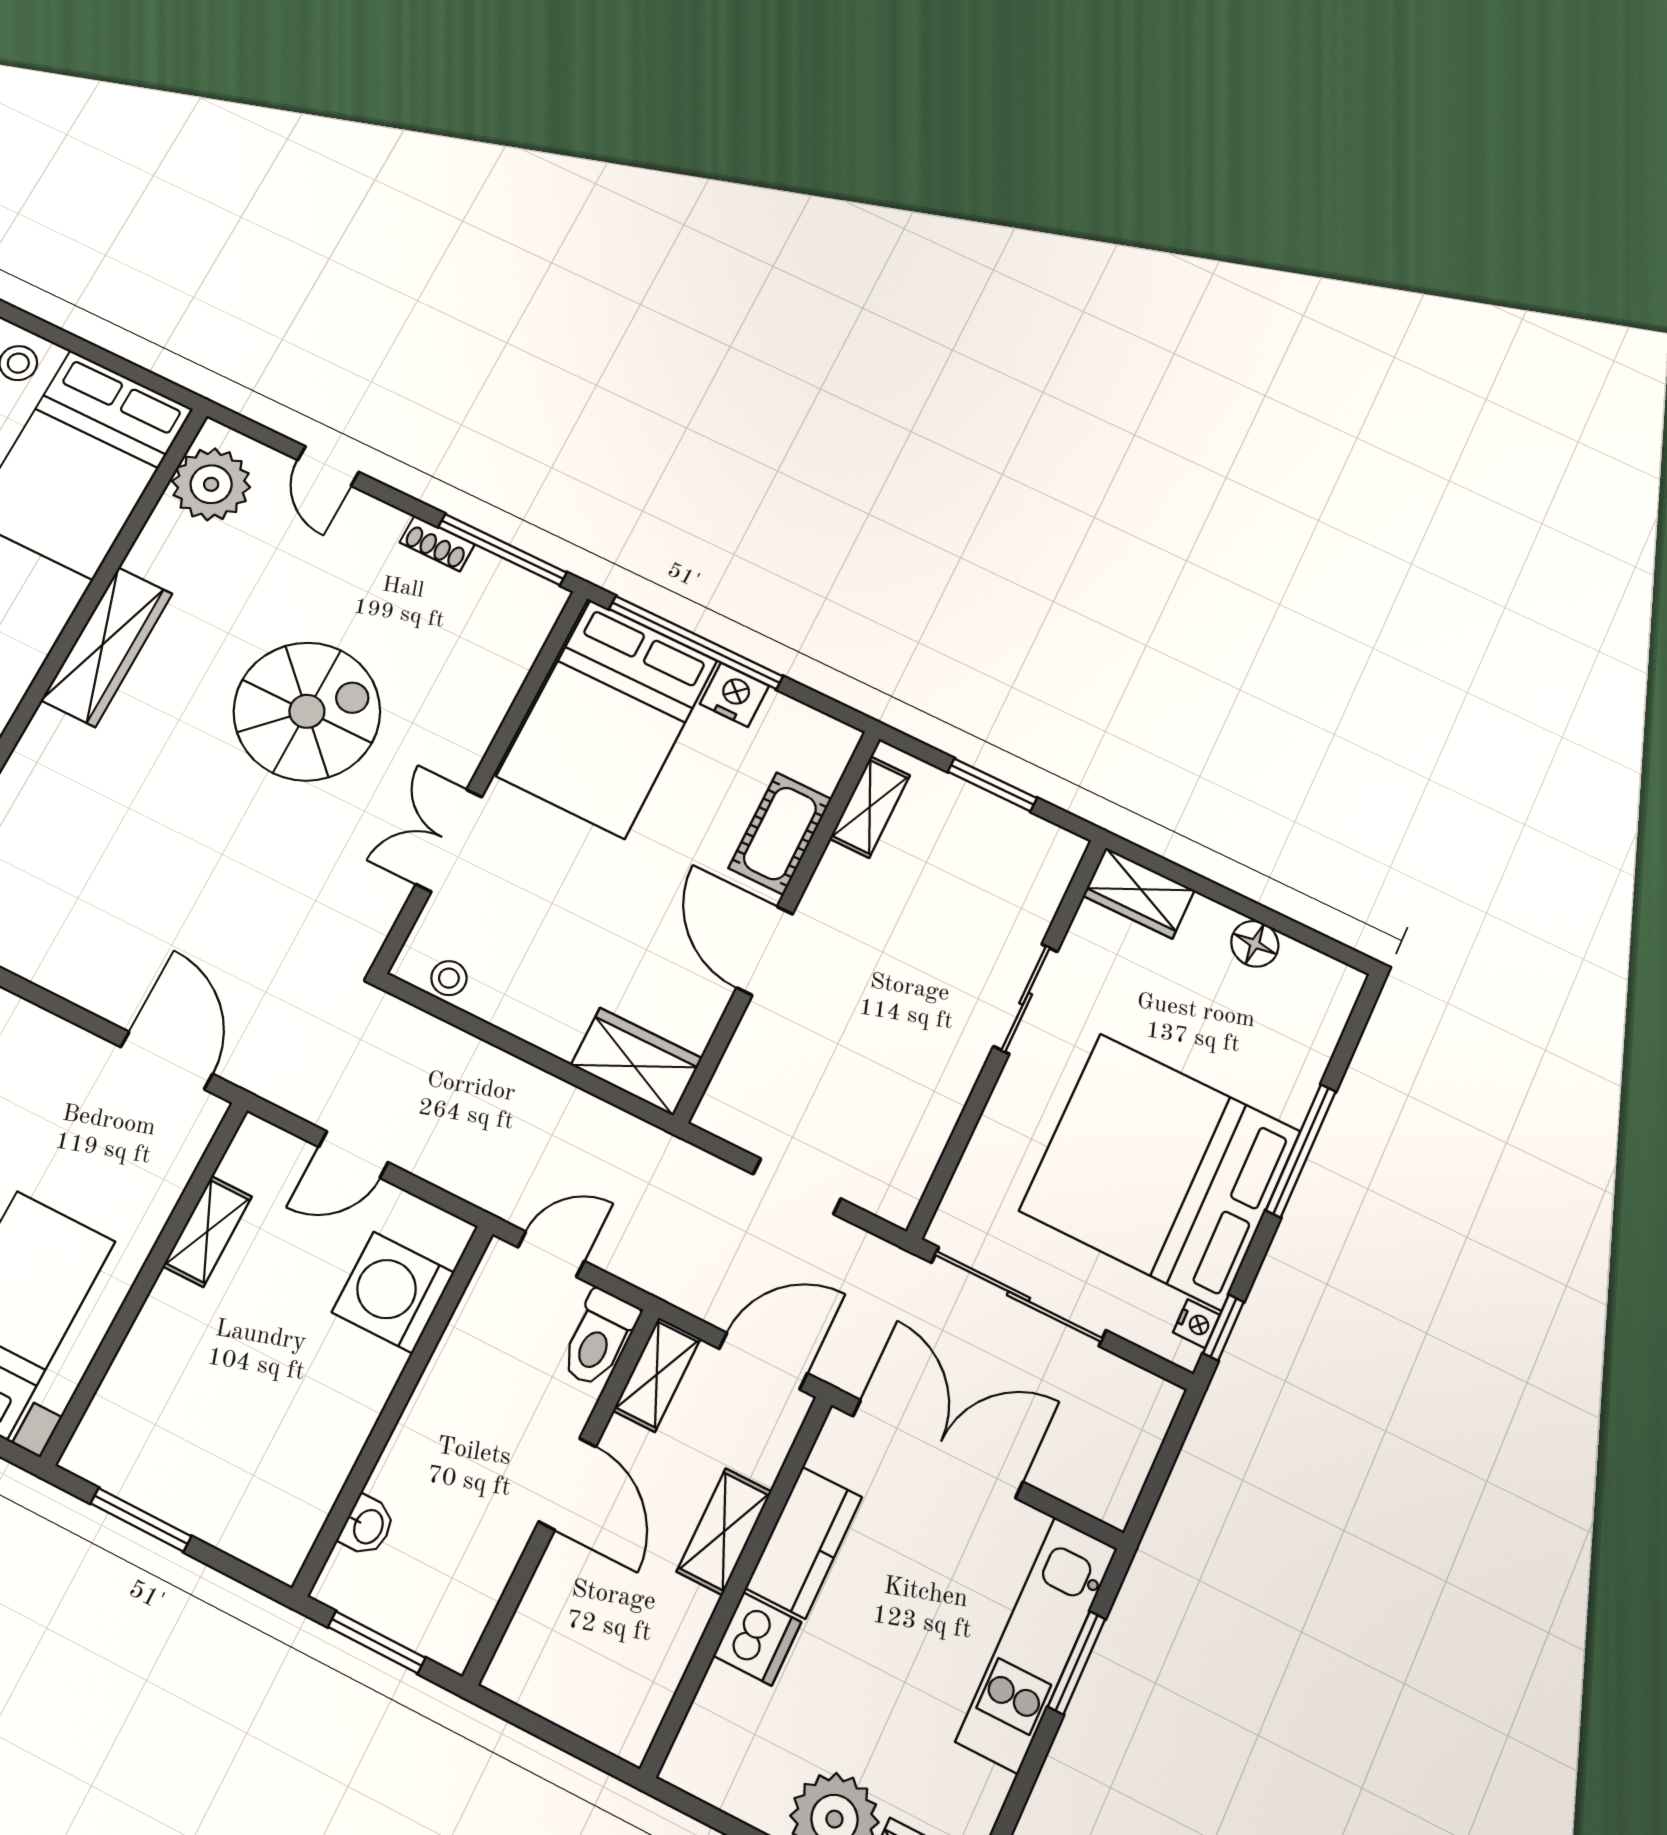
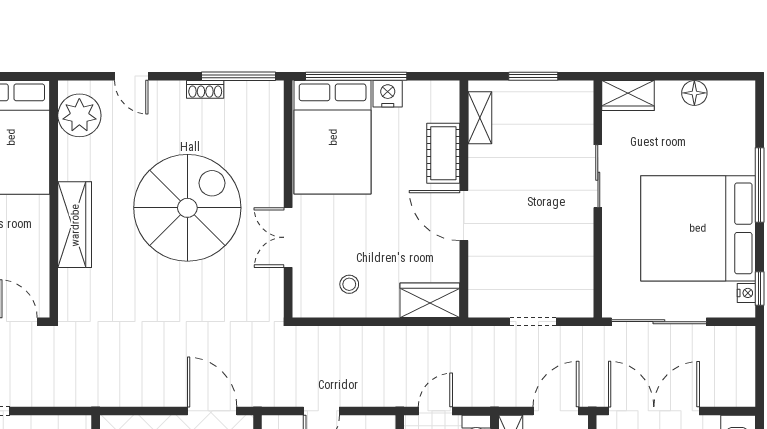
spiral stairs: (307, 711) -> (187, 208), width x1.37, depth x1.37
stool: (449, 978) -> (349, 284), moved

